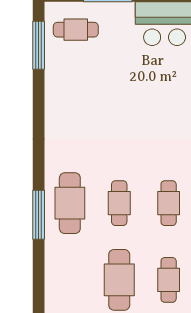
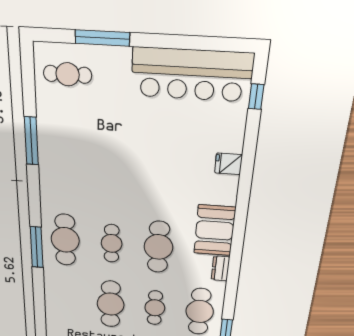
window: (39, 45) -> (31, 141), moved
cafe table: (169, 203) -> (158, 247), width x1.37, depth x1.35

